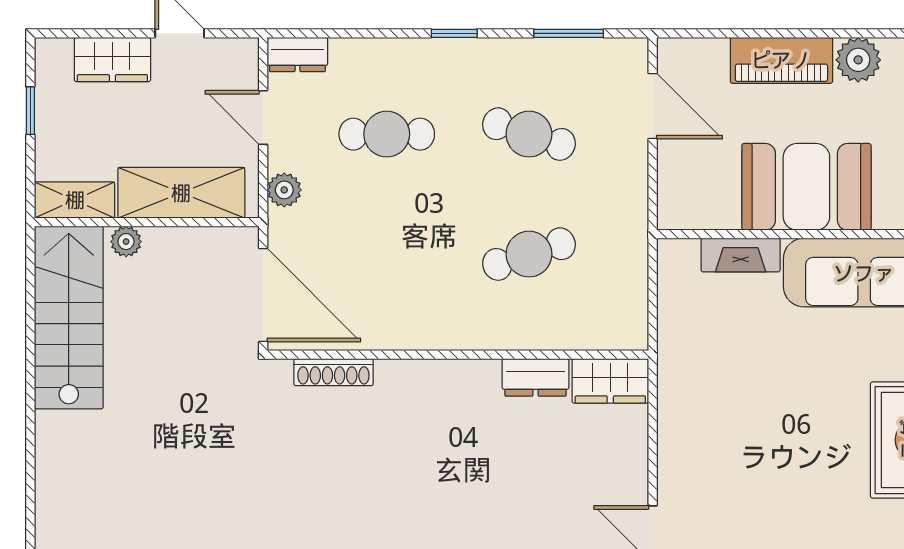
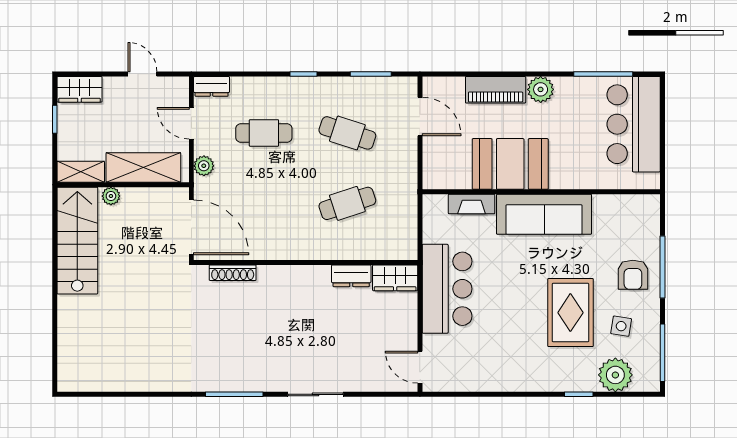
wardrobe: (112, 60) -> (79, 89), moved
bar counter: (699, 400) -> (447, 289), added

